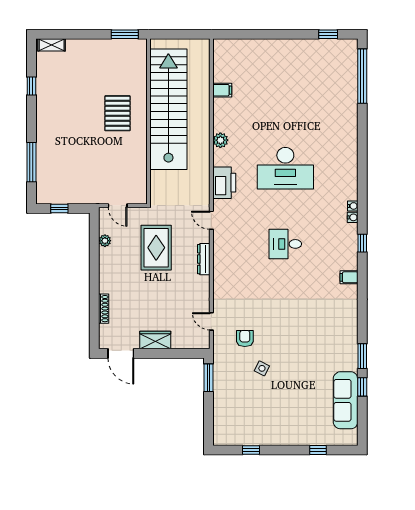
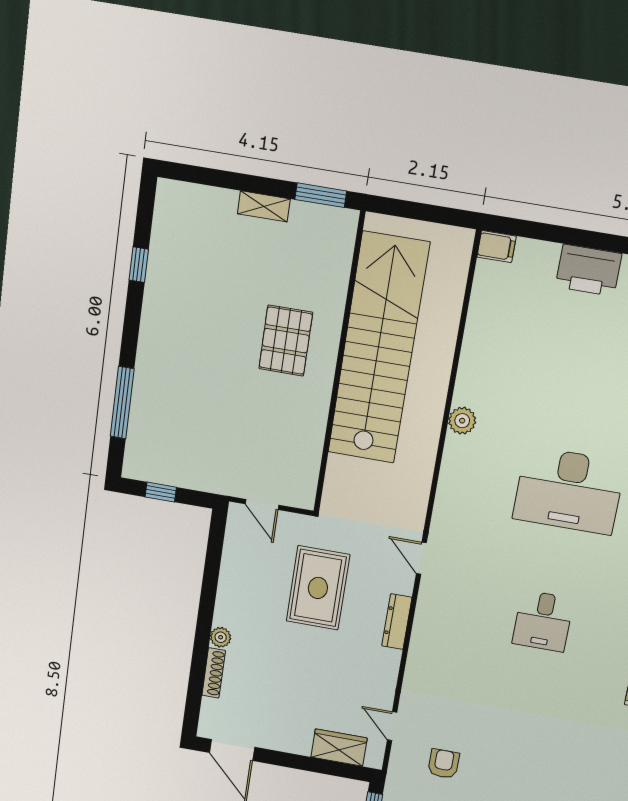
shelving: (52, 45) -> (264, 206), moved
filing cabinet: (222, 90) -> (497, 247), moved
printer: (224, 183) -> (588, 270), moved, turned 90
plant: (105, 241) -> (221, 637), moved
desk: (285, 244) -> (543, 621), turned -90
wardrobe: (155, 340) -> (339, 748), moved

